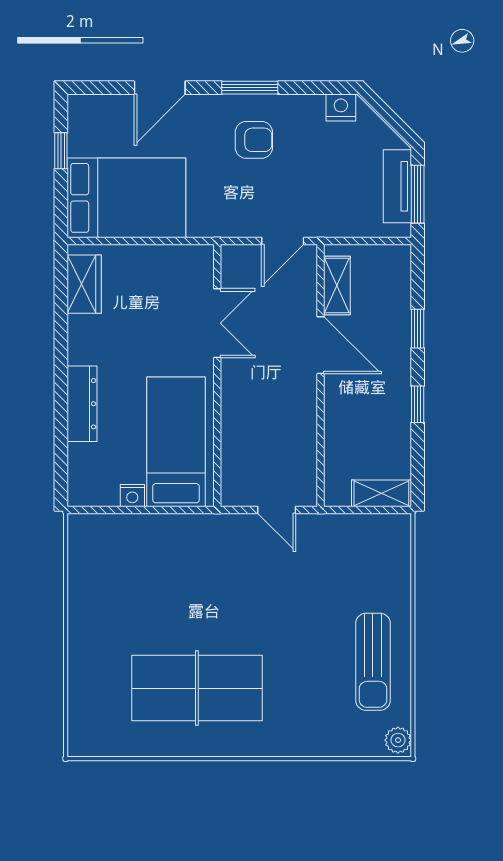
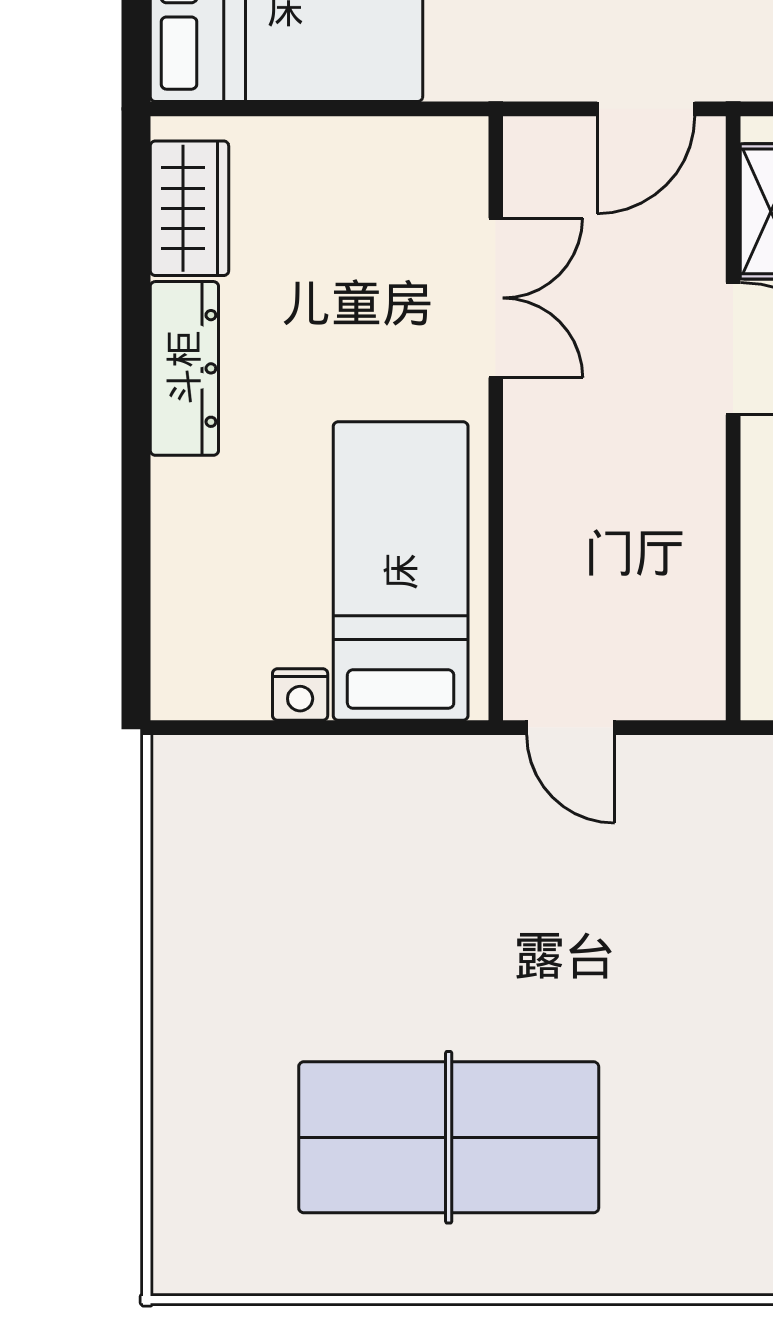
dresser: (82, 404) -> (184, 368), moved
door: (277, 510) -> (571, 728), moved

